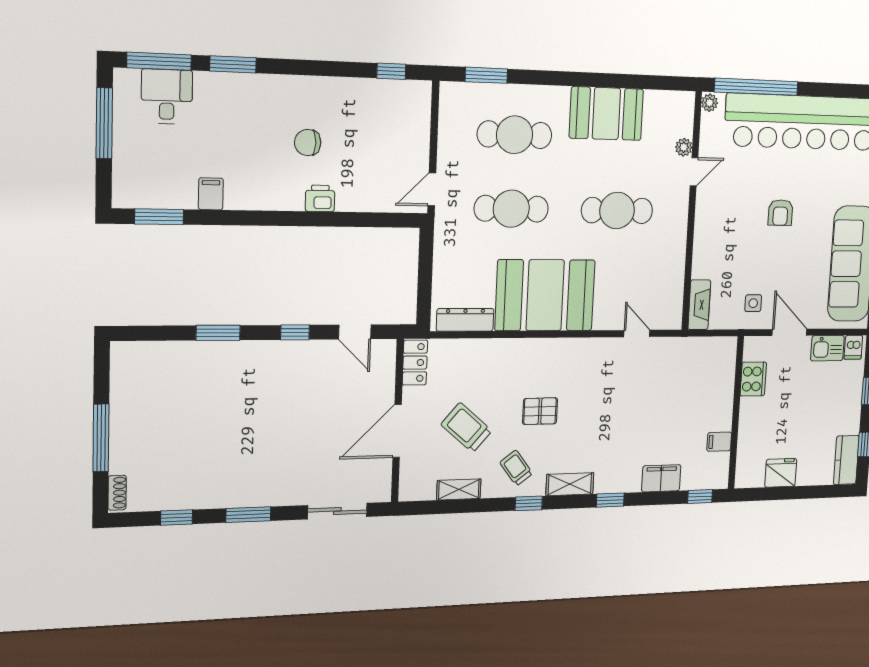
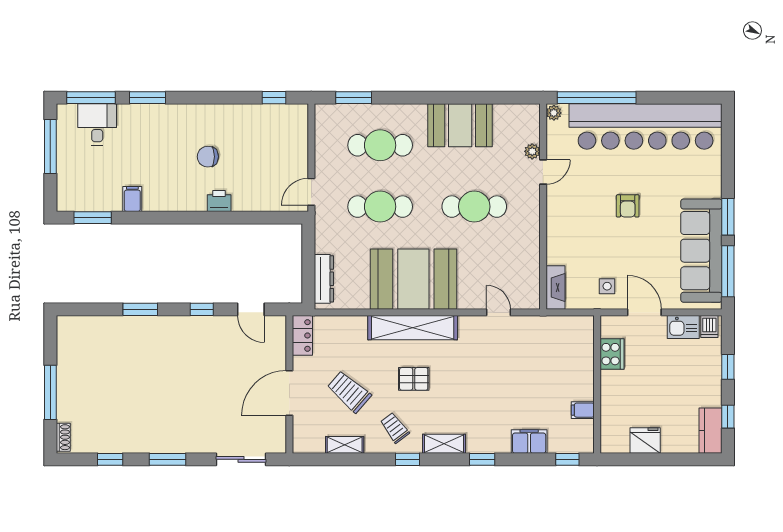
dresser: (465, 320) -> (324, 279), moved, turned 90
shelving: (542, 352) -> (413, 328), added

